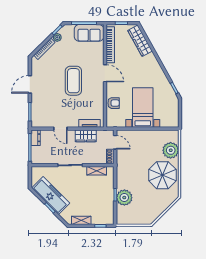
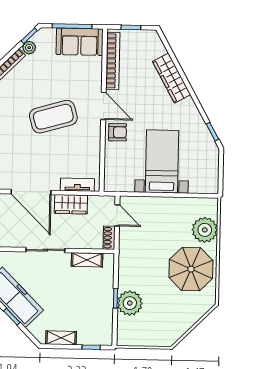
wardrobe: (140, 41) -> (172, 78), moved
coffee table: (73, 81) -> (53, 117), turned 74
armchair: (114, 103) -> (118, 132), moved
door: (60, 129) -> (31, 192), width x1.88

